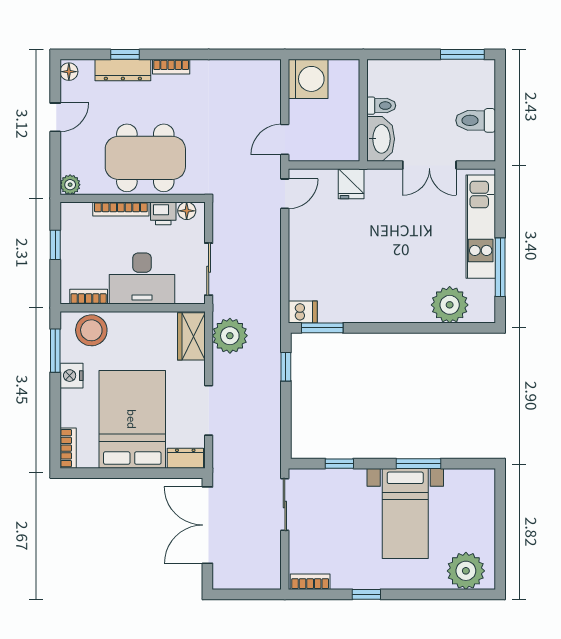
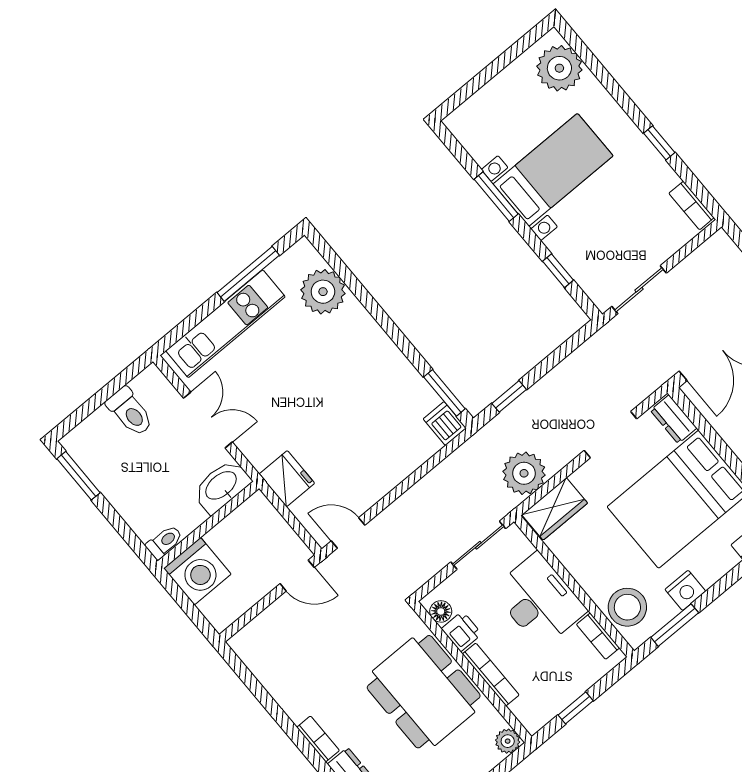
washing machine: (308, 79) -> (197, 571), moved, turned 180
toilet: (381, 106) -> (164, 542), moved, turned 90
fridge: (351, 184) -> (287, 479), width x1.38

